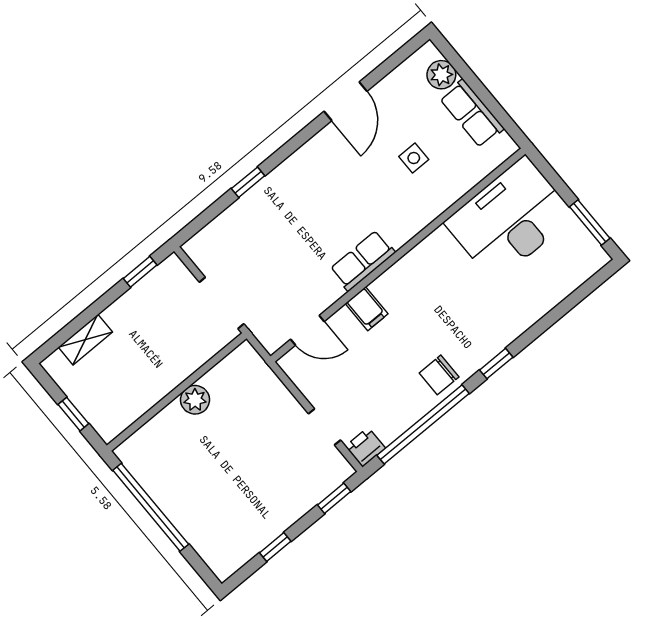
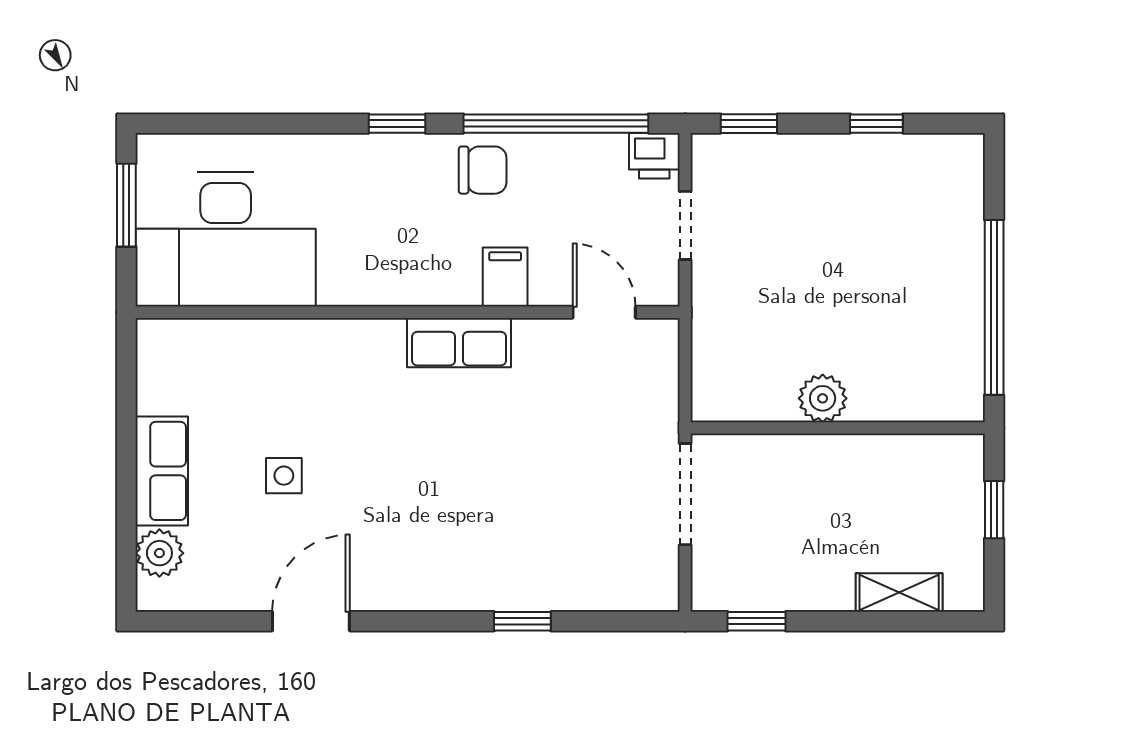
desk: (510, 219) -> (226, 239), moved
wall: (398, 255) -> (408, 312), moved
row of seats: (363, 261) -> (459, 343), moved
filing cabinet: (366, 309) -> (505, 277), moved
door: (307, 330) -> (604, 312), moved

